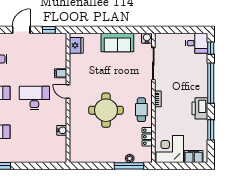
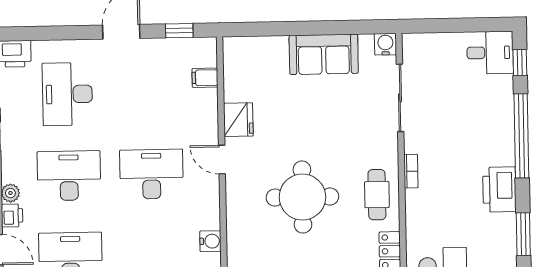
fridge: (76, 45) -> (238, 120), moved
filing cabinet: (61, 73) -> (205, 78), moved

